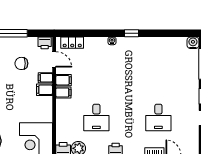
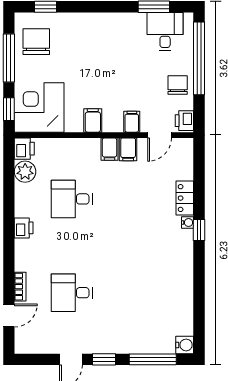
window: (131, 33) -> (199, 230), moved
locker: (72, 43) -> (185, 198), moved
chair: (21, 63) -> (178, 85), moved
filing cabinet: (44, 90) -> (93, 120), moved

